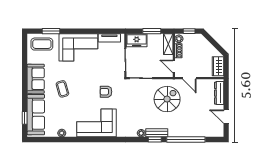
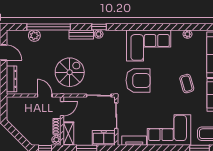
door: (174, 66) -> (62, 109), hinge flipped
wardrobe: (218, 66) -> (13, 109), removed
armchair: (106, 92) -> (138, 80), width x1.88, depth x1.88
spiral stairs: (167, 99) -> (70, 72), turned 180
plant: (199, 132) -> (34, 36), added
window: (155, 139) -> (99, 27), moved

